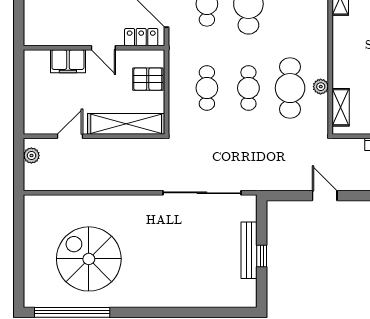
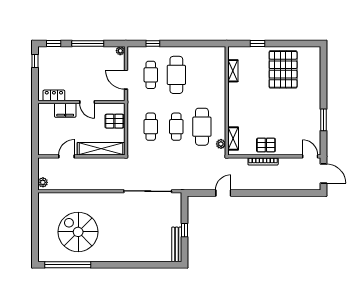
locker: (141, 37) -> (54, 95), moved
plant: (321, 87) -> (221, 144), moved
plant: (31, 156) -> (43, 182), moved
door: (325, 196) -> (223, 193), hinge flipped
bench: (249, 250) -> (177, 244), moved

